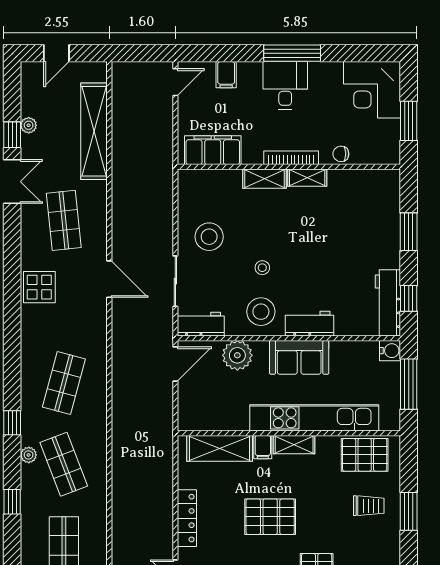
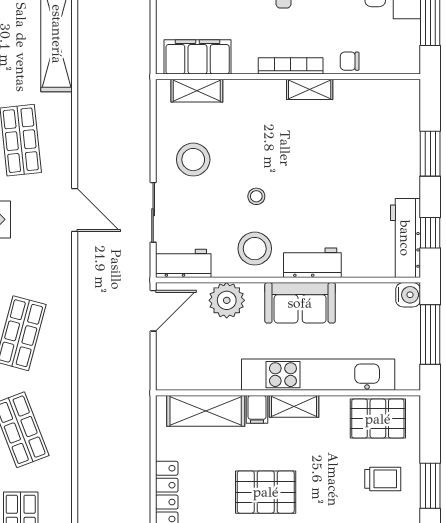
shelving: (264, 179) -> (197, 91), moved

